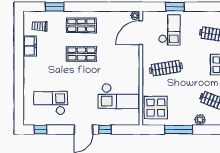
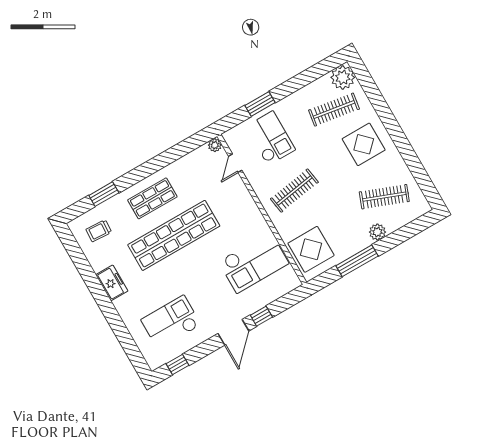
door: (141, 33) -> (235, 163), width x0.53
freezer: (30, 46) -> (112, 283), moved
shop shelf: (81, 54) -> (174, 235), width x2.00, depth x1.36

